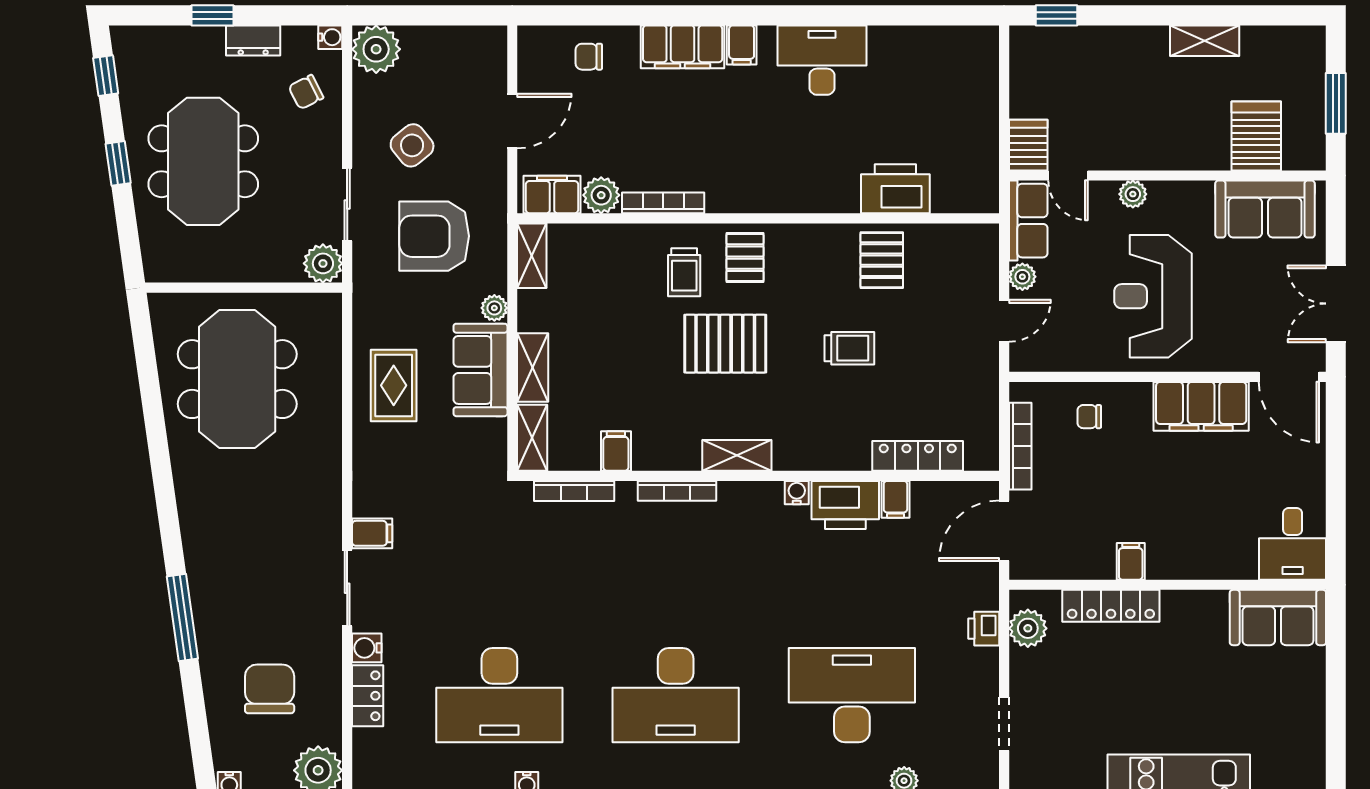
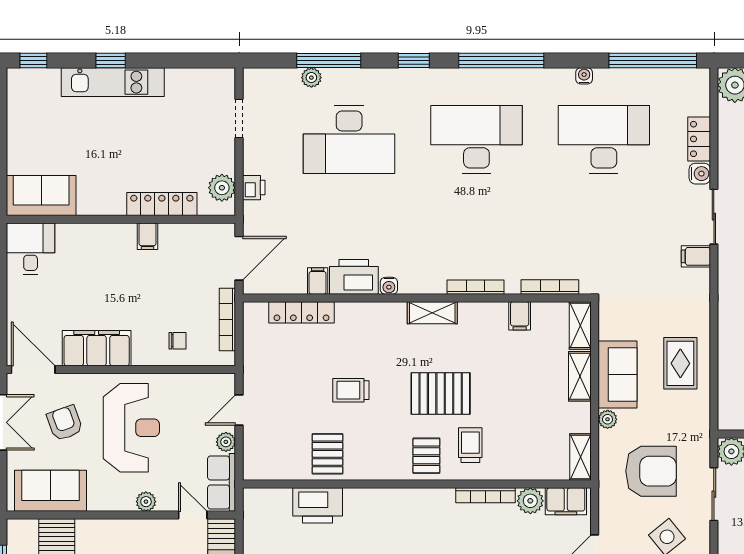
armchair: (1245, 303) -> (65, 423), added

